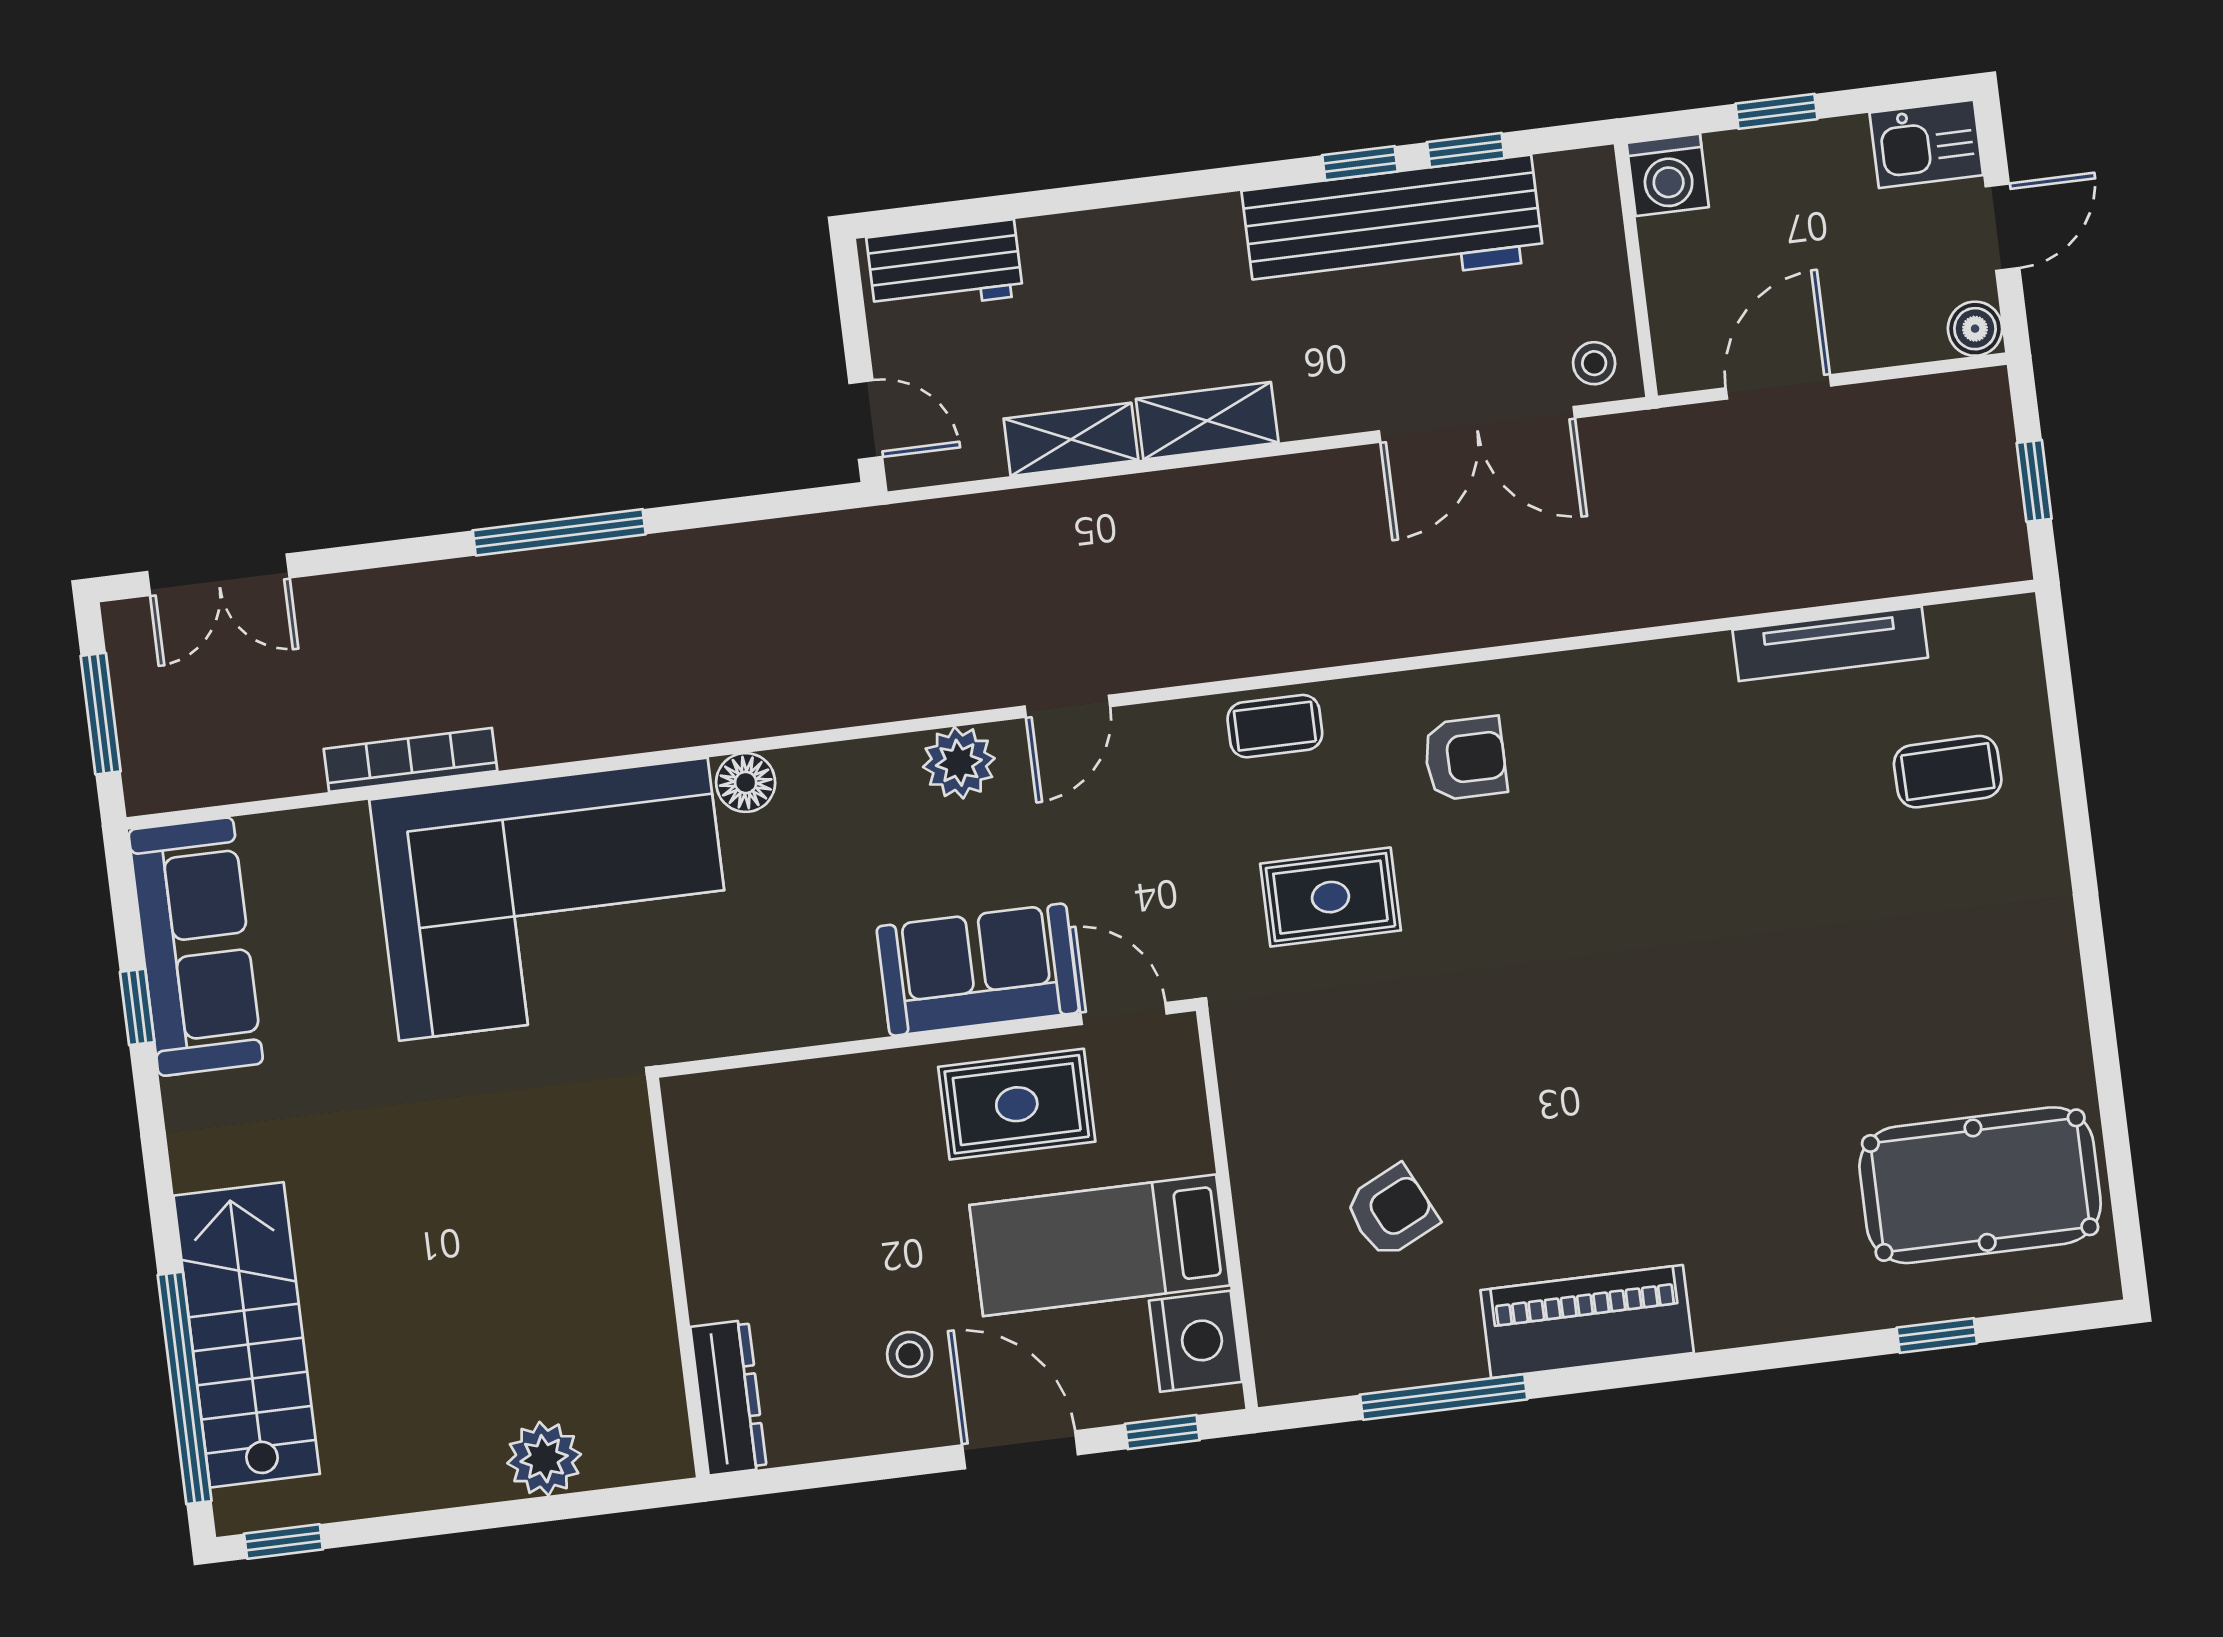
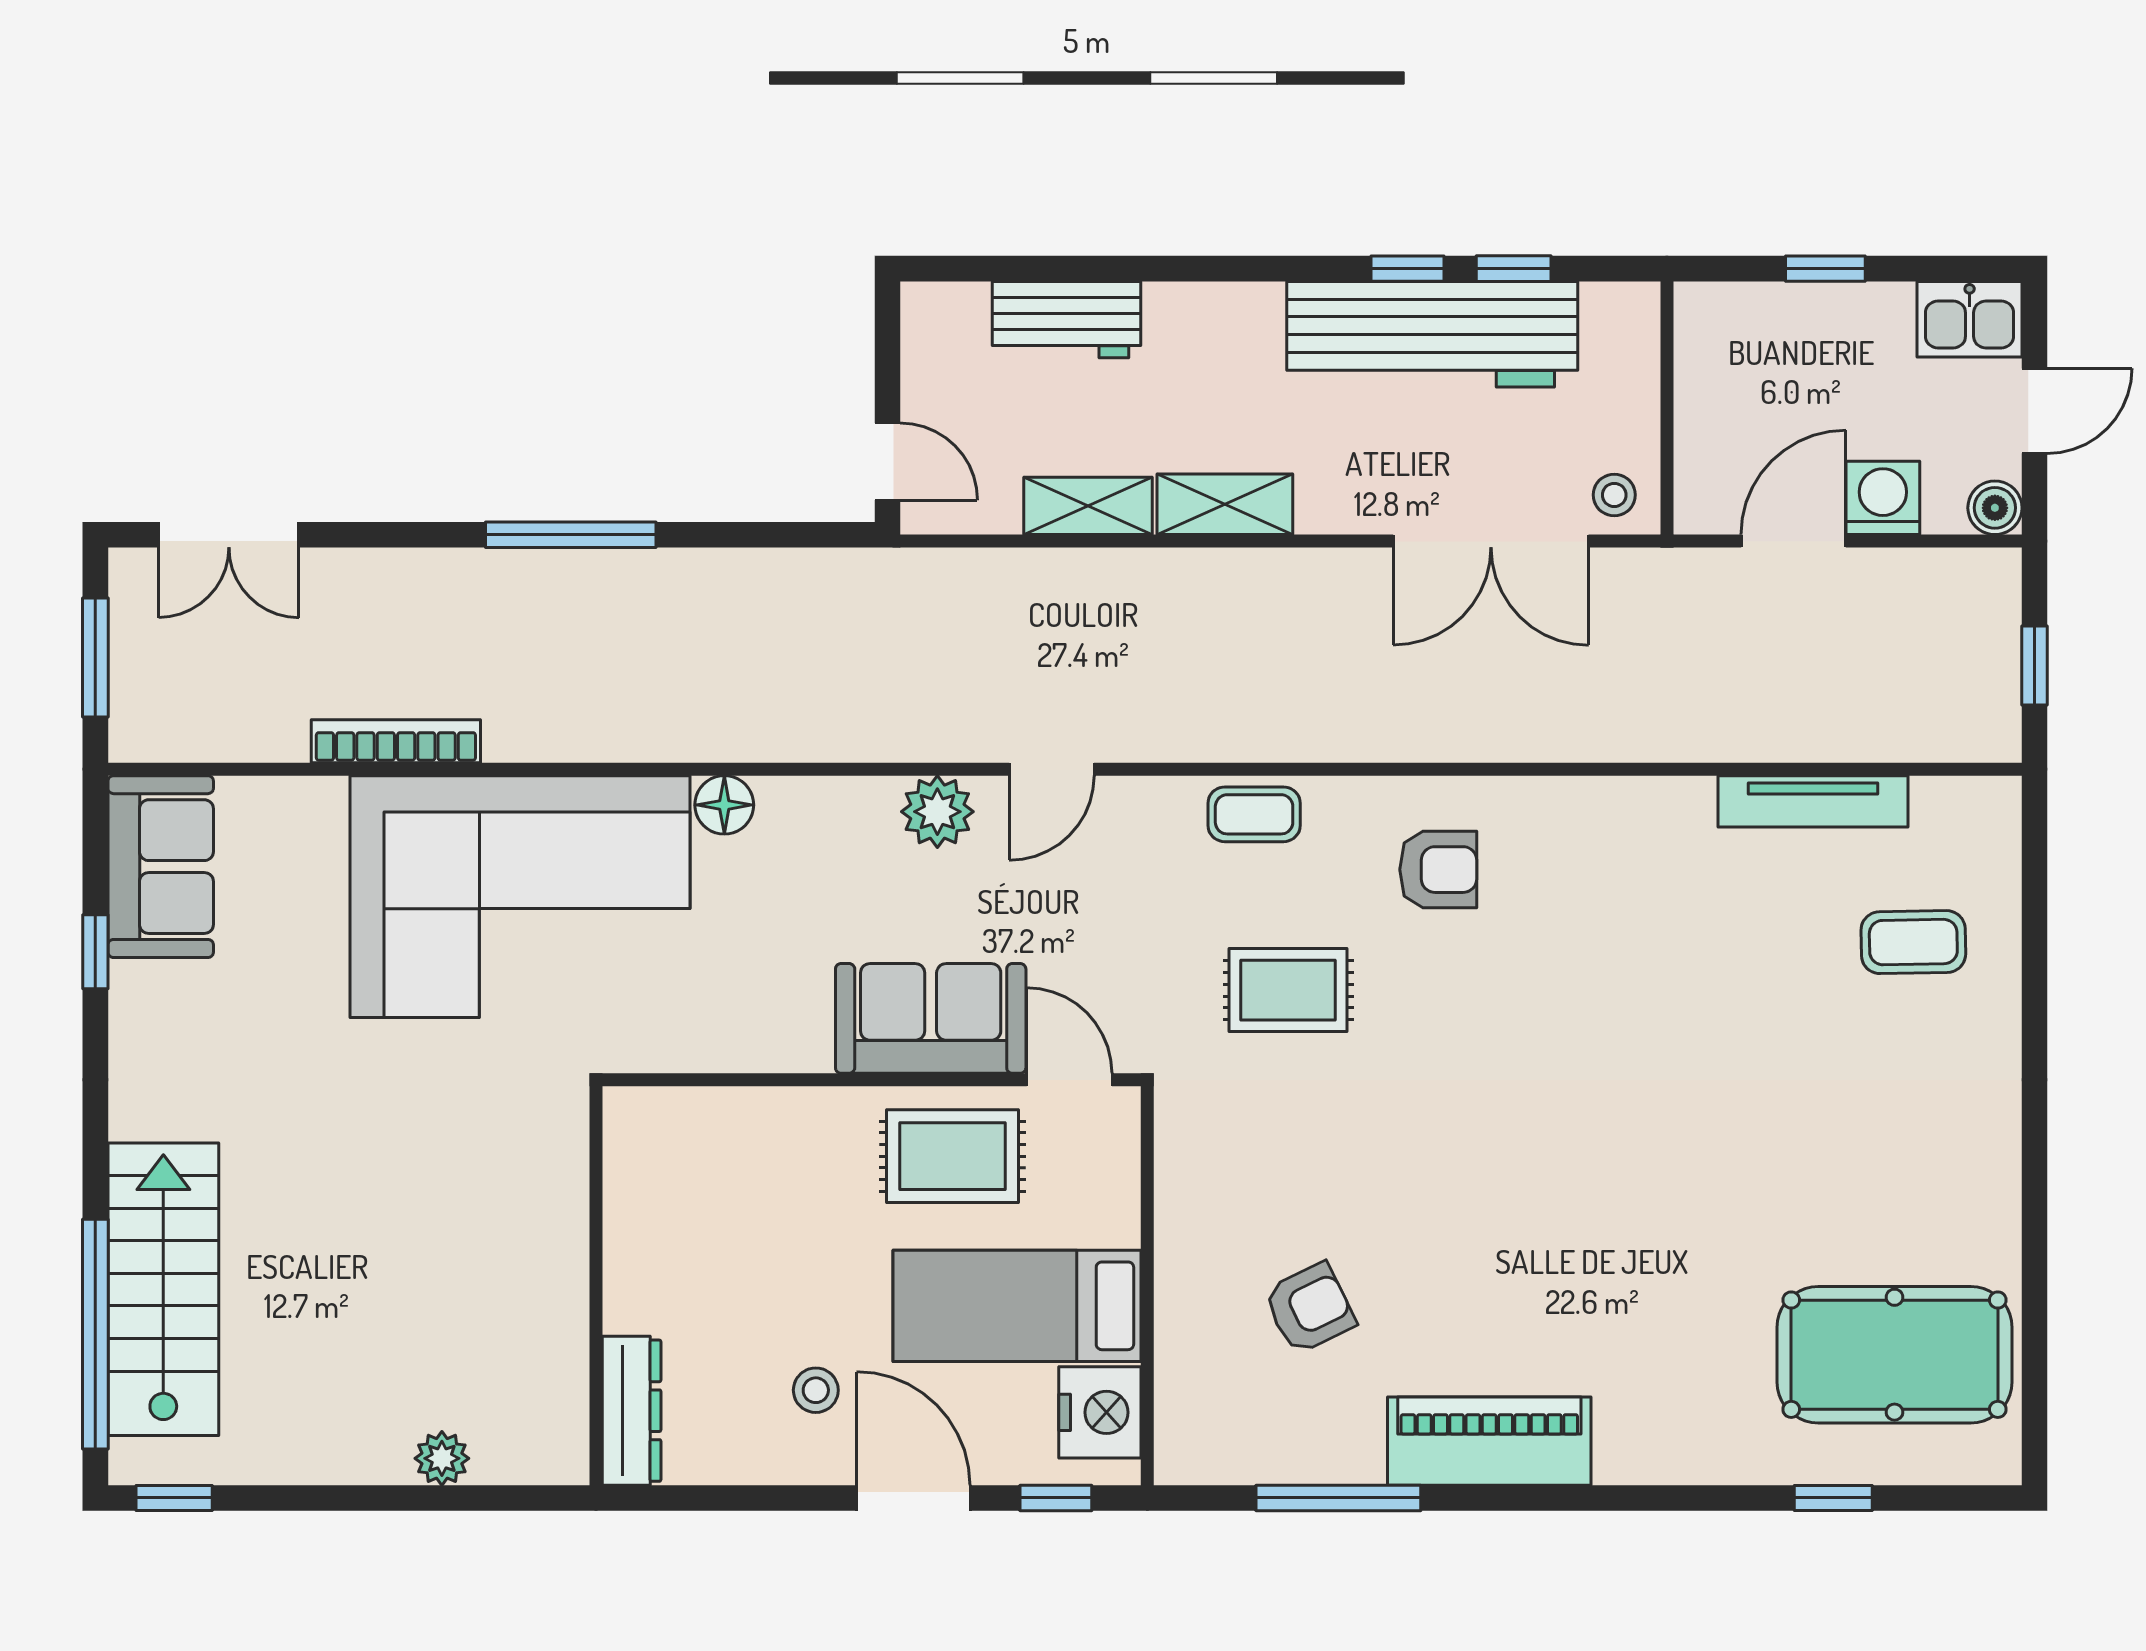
washing machine: (1668, 175) -> (1883, 498), moved, turned 180
workbench: (945, 267) -> (1066, 320), moved
sofa: (196, 947) -> (161, 867), width x0.73
plant: (544, 1459) -> (442, 1458), width x0.73, depth x0.73

